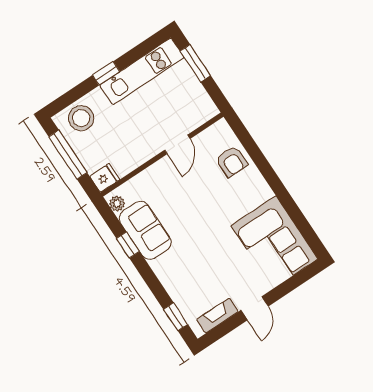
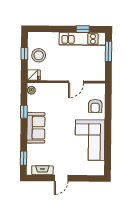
window: (106, 73) -> (83, 29), moved
stool: (81, 118) -> (39, 55), moved
window: (68, 155) -> (24, 54), width x0.46
sofa: (145, 230) -> (36, 128), moved
corner sofa: (274, 242) -> (90, 140), moved

